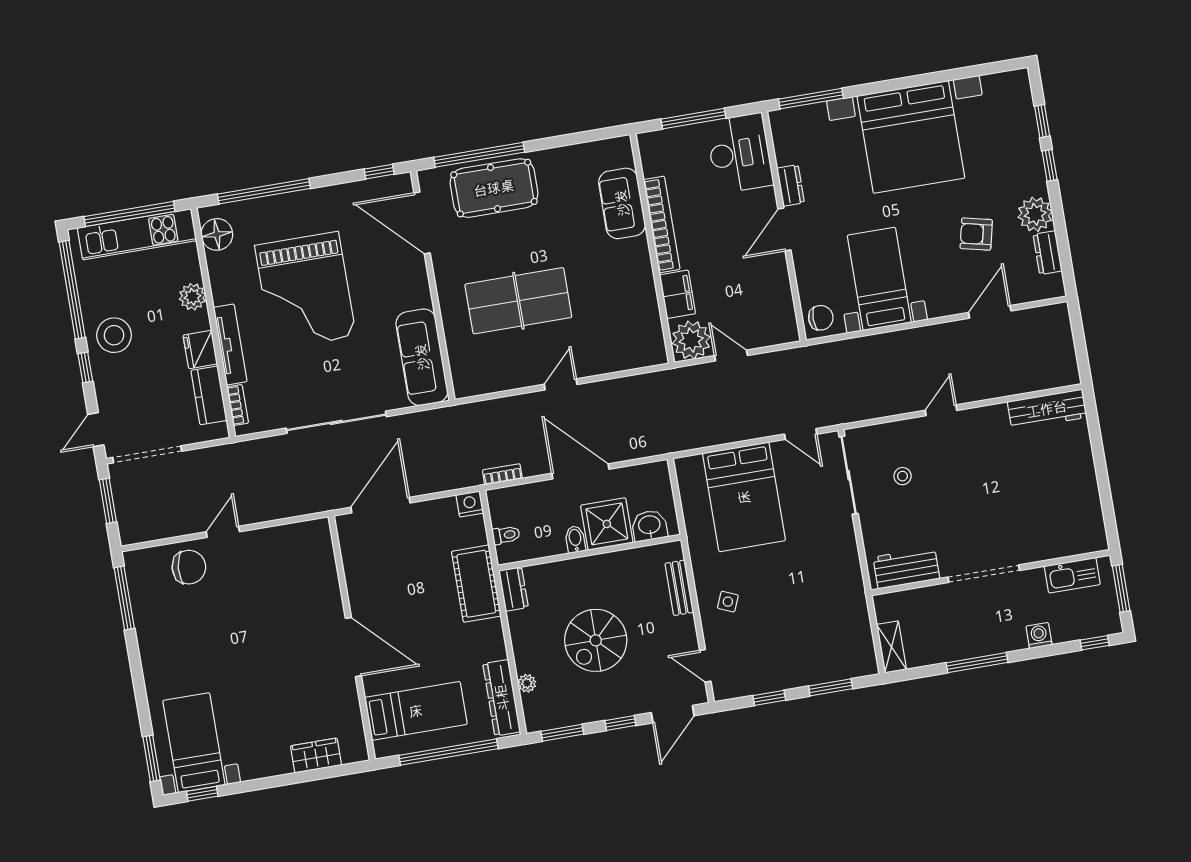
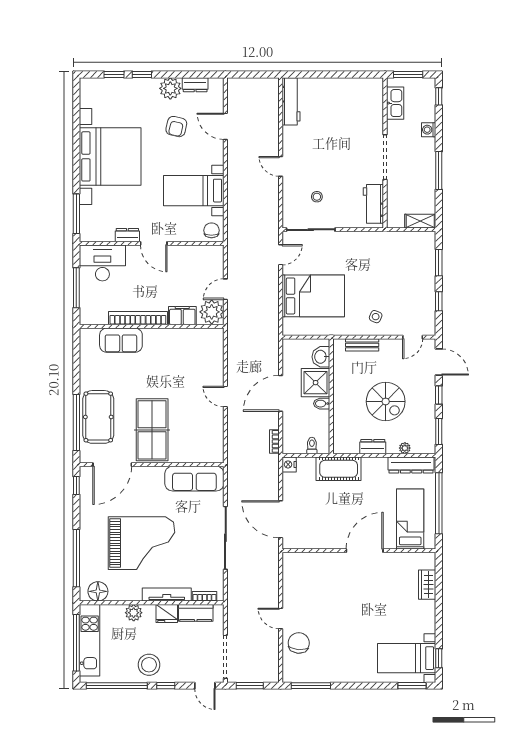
table tennis table: (518, 301) -> (152, 430), moved
dresser: (513, 589) -> (373, 447), moved

